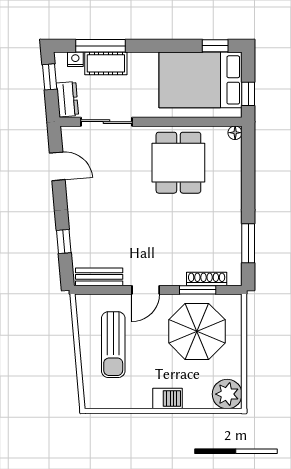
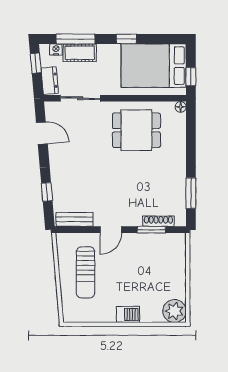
window: (215, 46) -> (126, 39), moved
dining table: (178, 163) -> (136, 130), turned 90
parasol: (197, 331) -> (151, 262), removed

